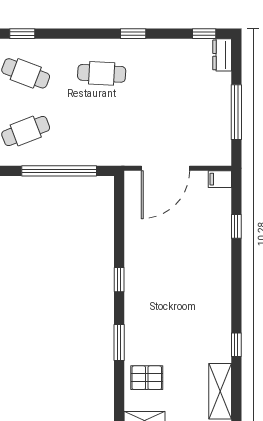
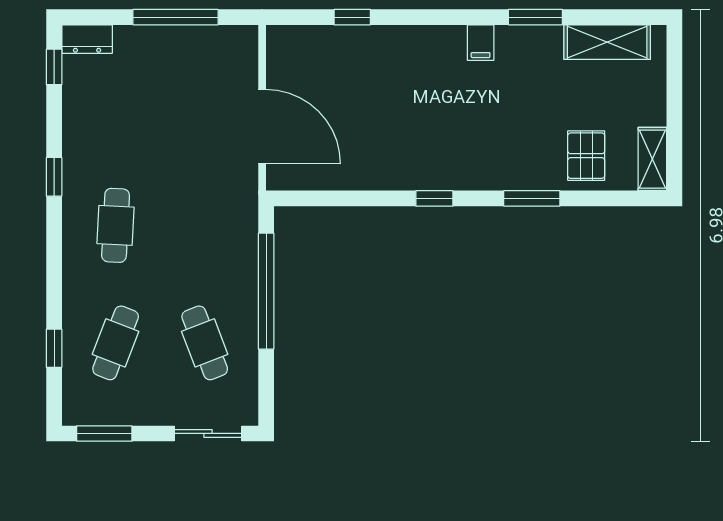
filing cabinet: (220, 179) -> (481, 43), moved
window: (236, 345) -> (535, 17), width x1.50

